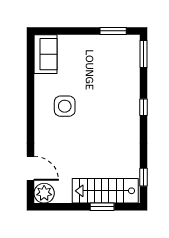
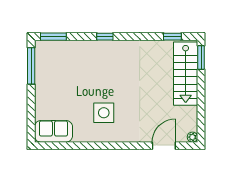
window: (113, 31) -> (31, 66), width x1.44
plant: (44, 193) -> (192, 137), width x0.53, depth x0.53
window: (102, 207) -> (201, 57), moved

